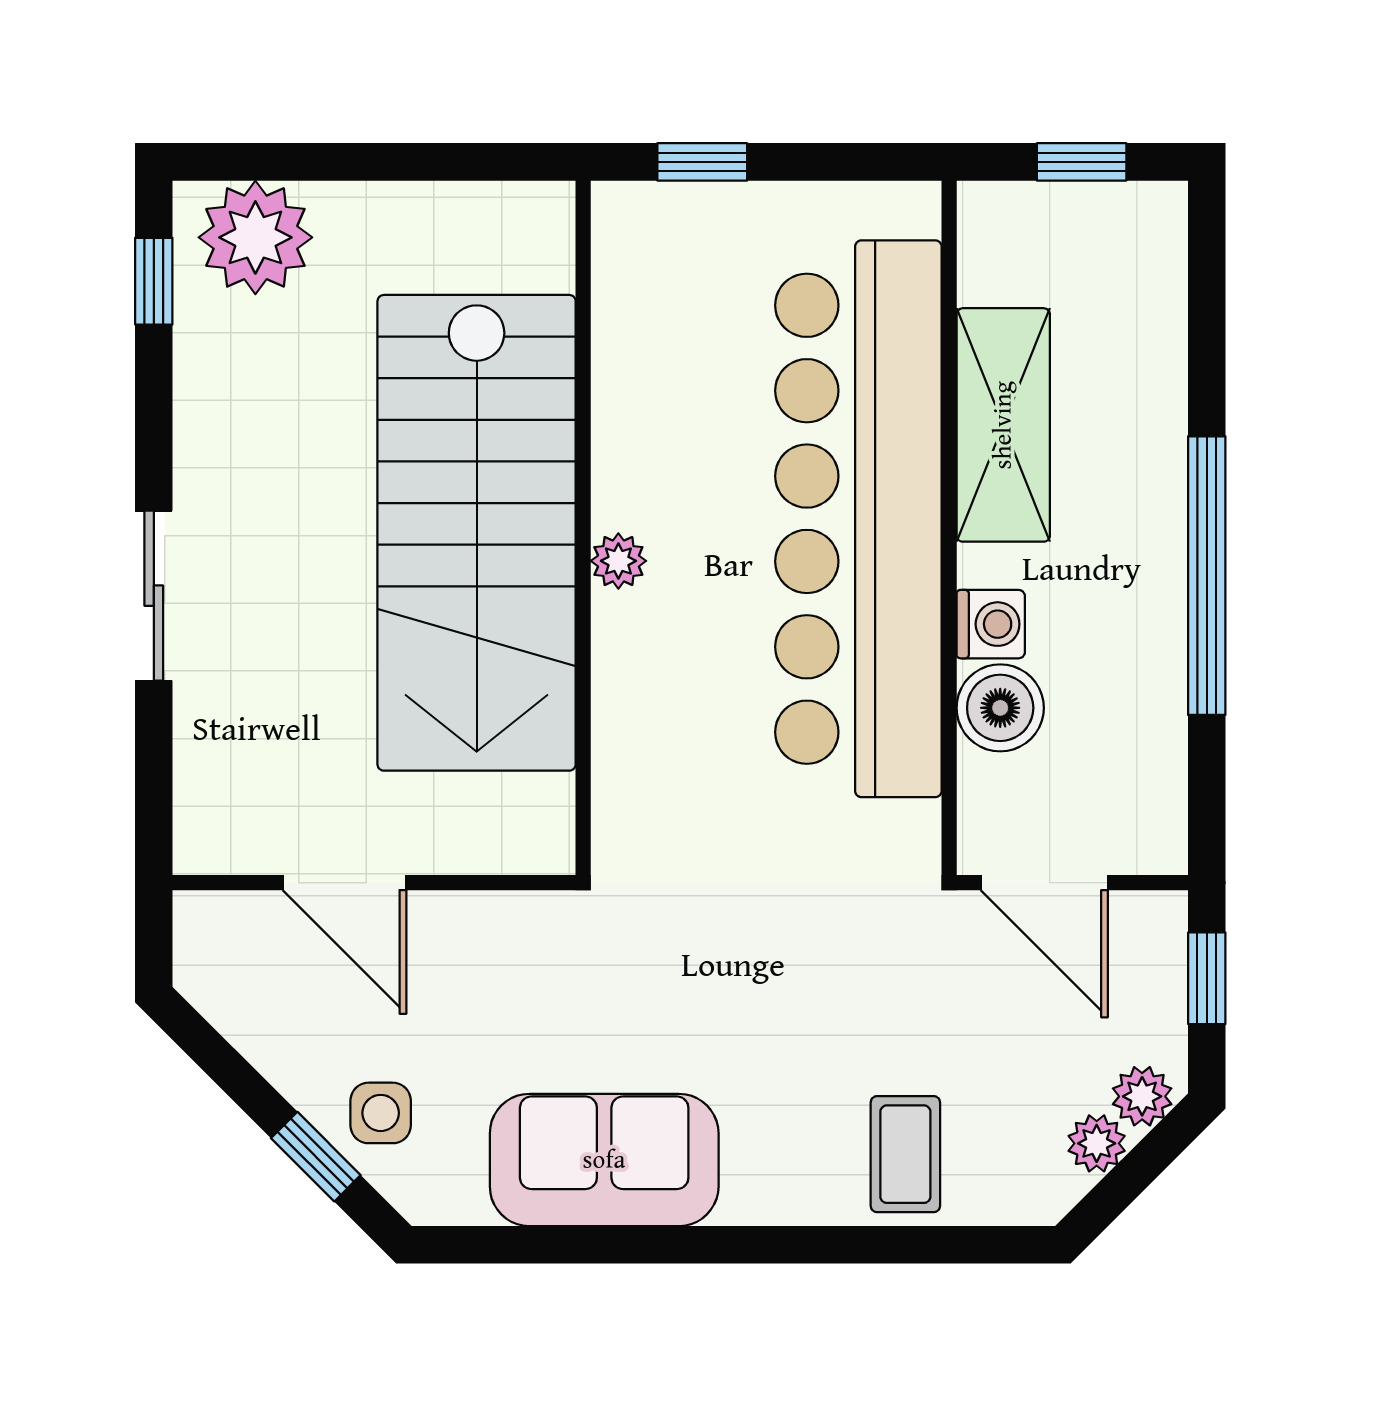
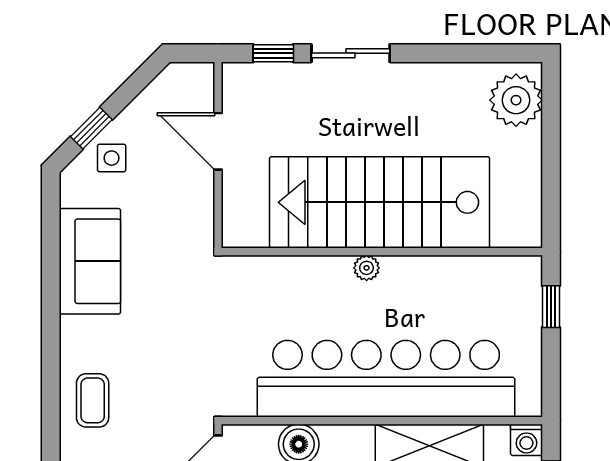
window: (154, 281) -> (273, 53), moved
washing machine: (991, 624) -> (526, 440), moved
door: (344, 883) -> (218, 141), hinge flipped
coffee table: (905, 1154) -> (93, 400), turned 90

